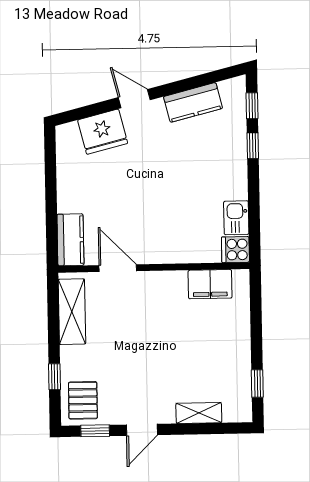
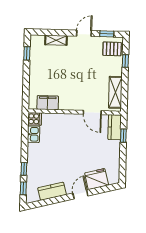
door: (134, 99) -> (80, 194), swing flipped
window: (52, 223) -> (123, 136), added
pallet: (83, 400) -> (112, 49), turned 90

